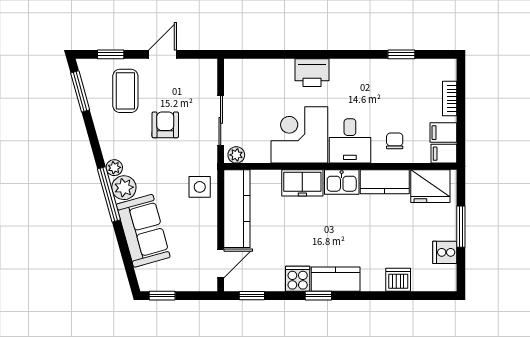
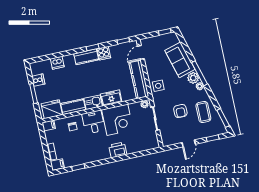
coffee table: (125, 91) -> (203, 112), moved
filing cabinet: (443, 133) -> (57, 164), moved

